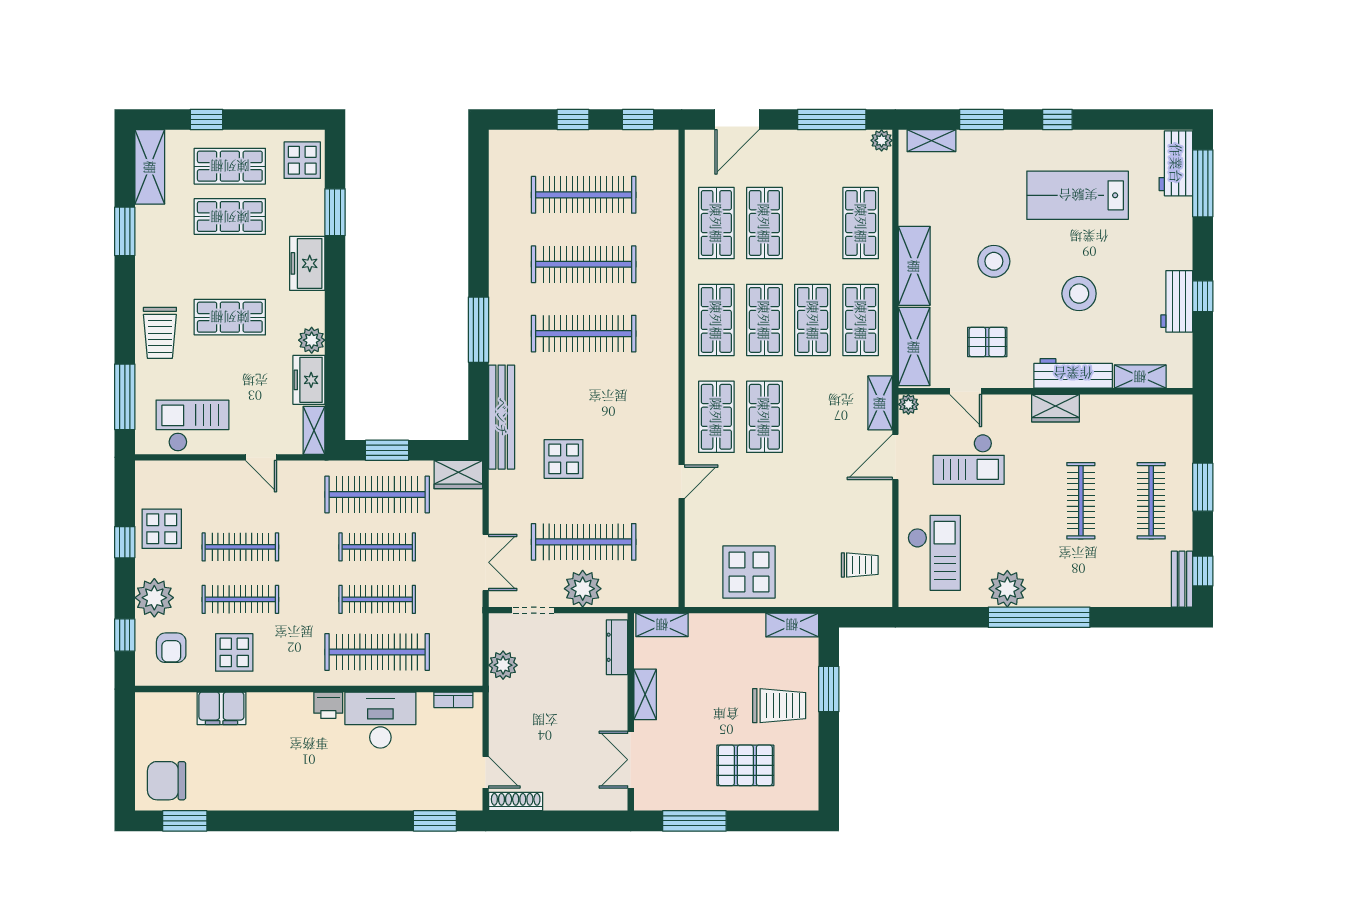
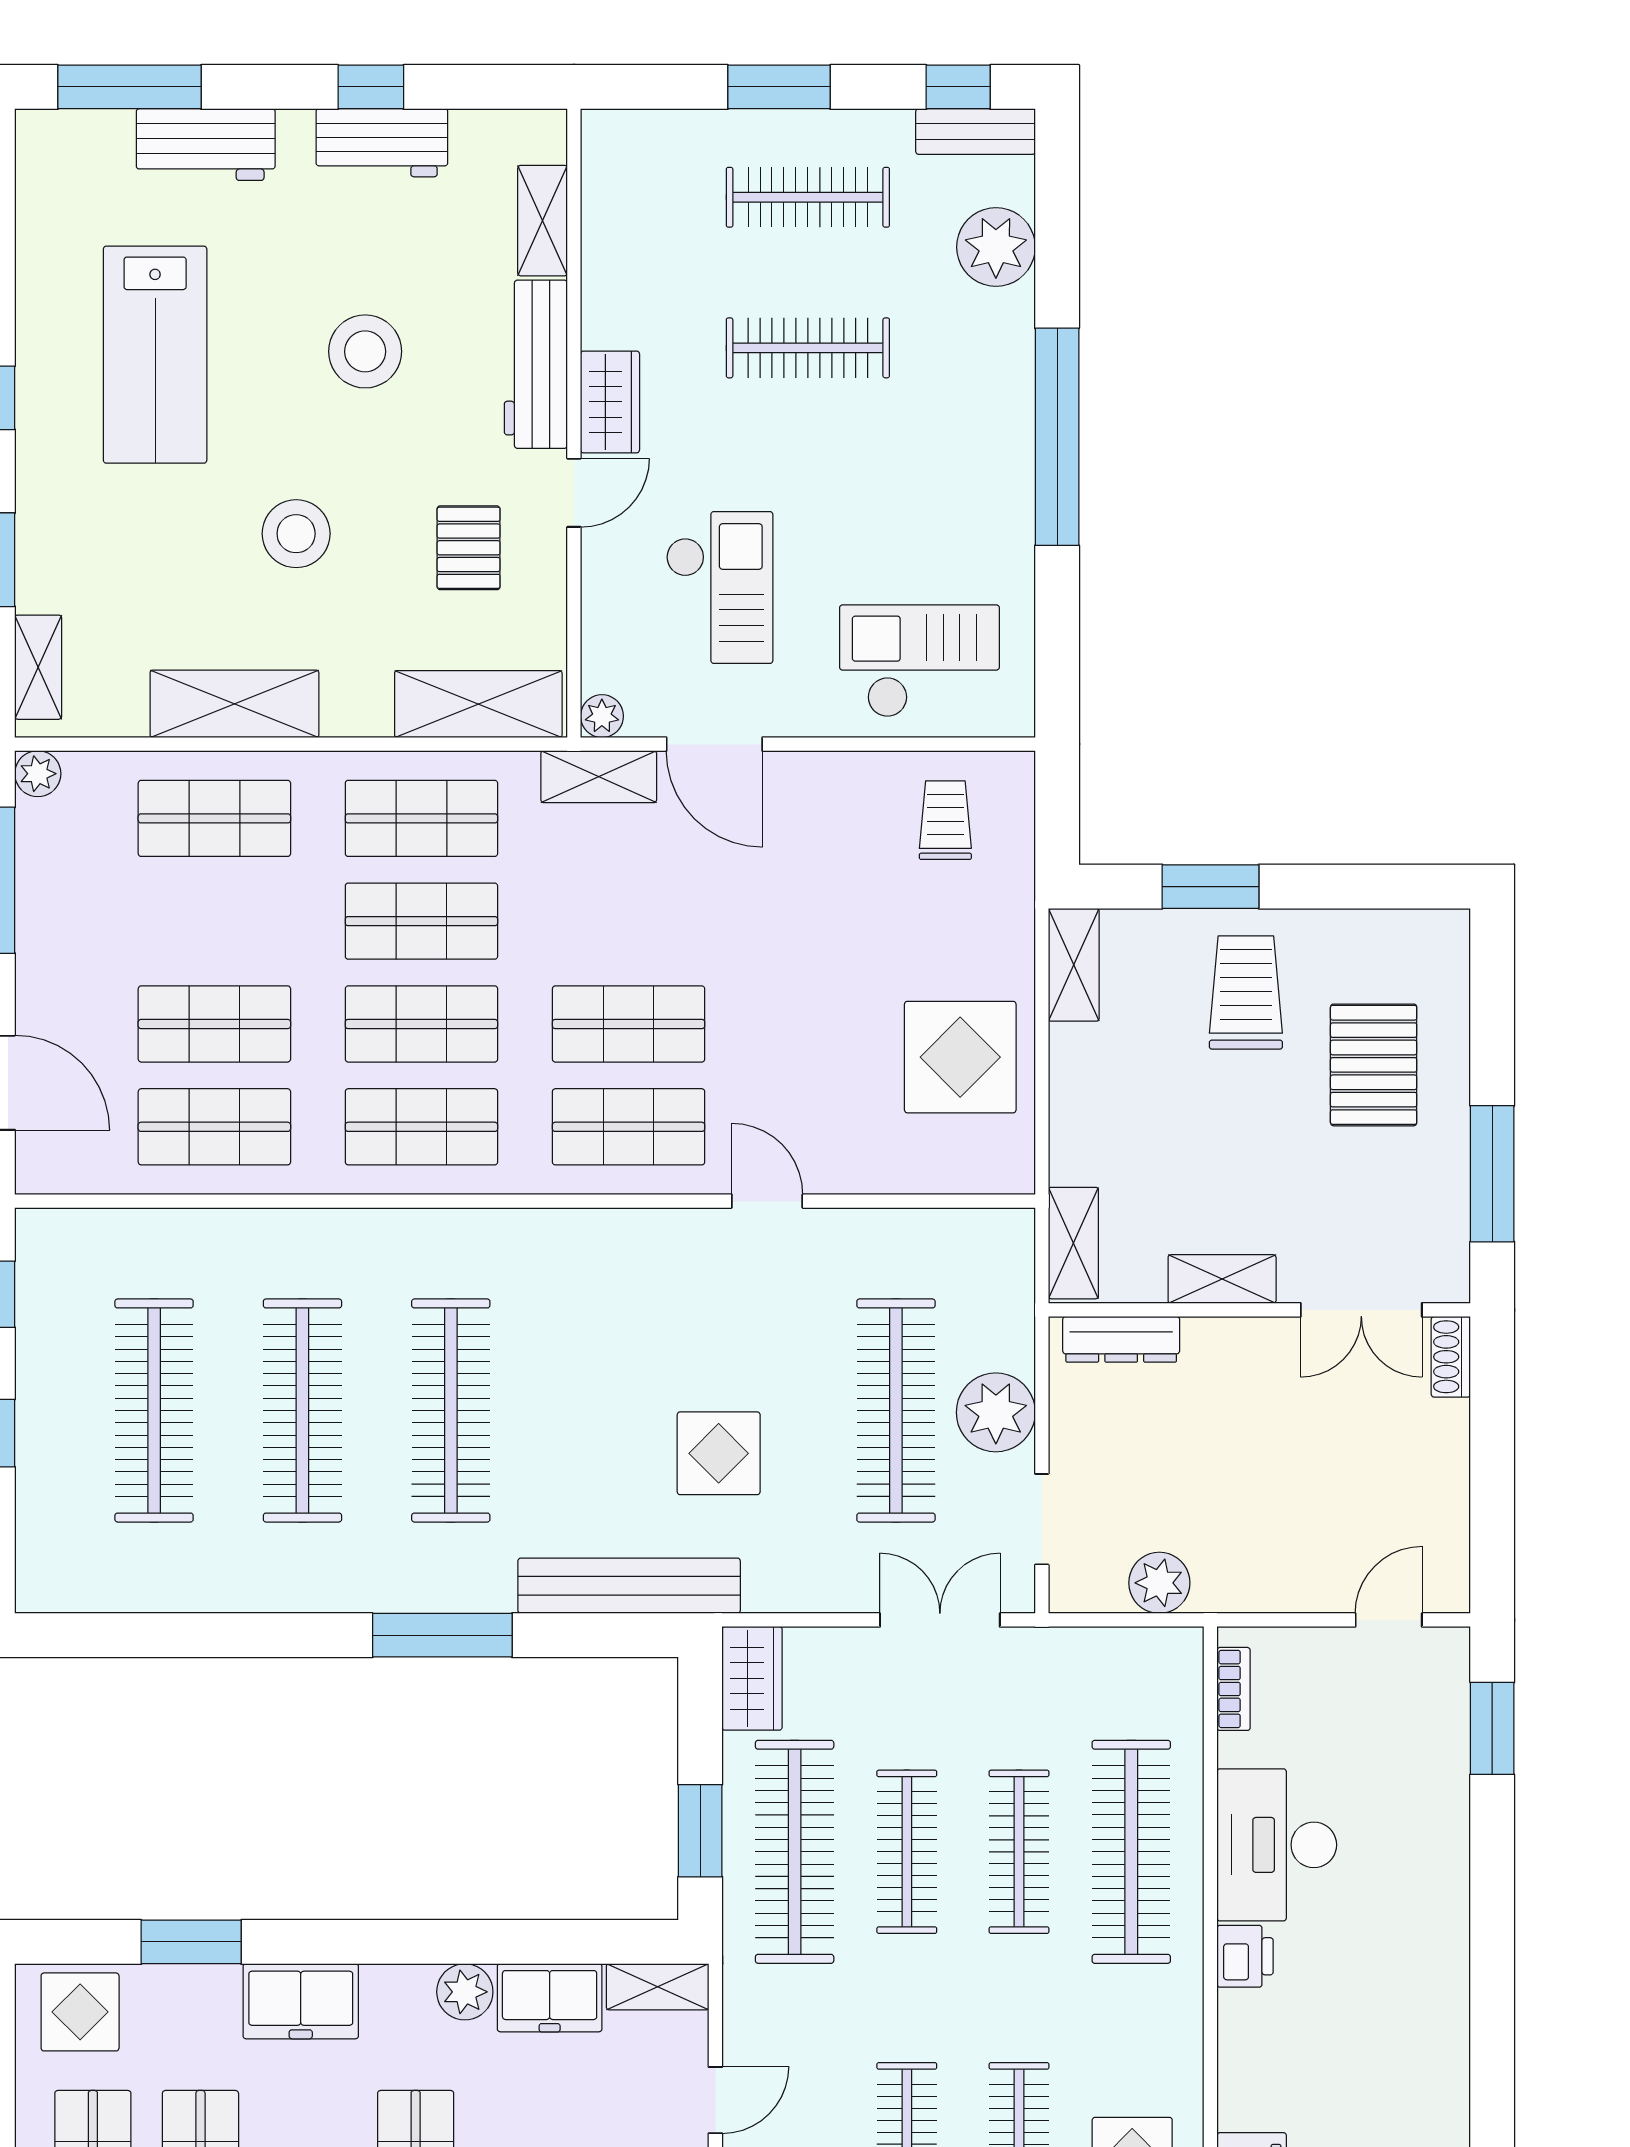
workbench: (1176, 163) -> (206, 145), moved
shelving: (914, 266) -> (234, 704), moved
door: (966, 391) -> (574, 493), moved
plant: (1007, 589) -> (996, 247), moved
shoe rack: (516, 802) -> (1451, 1357), moved, width x0.70

